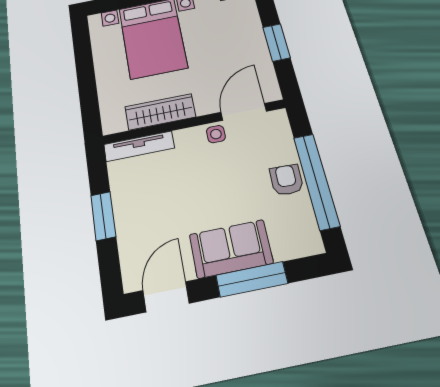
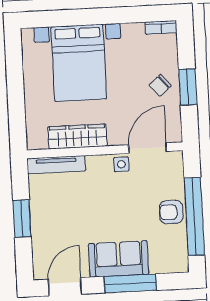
chair: (245, 46) -> (160, 85), added
armchair: (286, 180) -> (171, 212), turned -92

